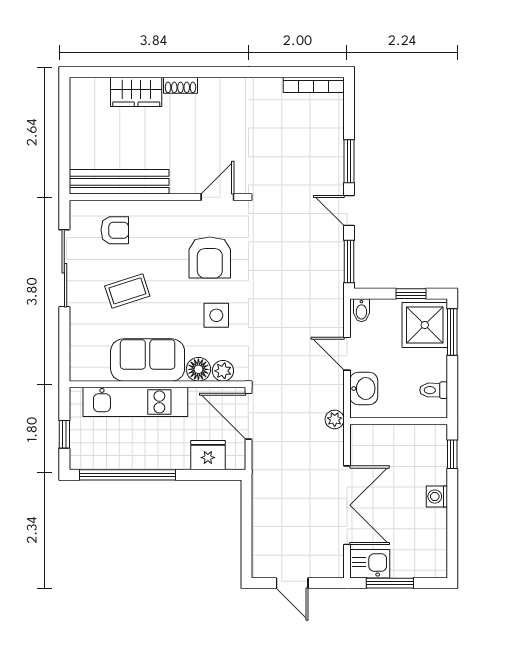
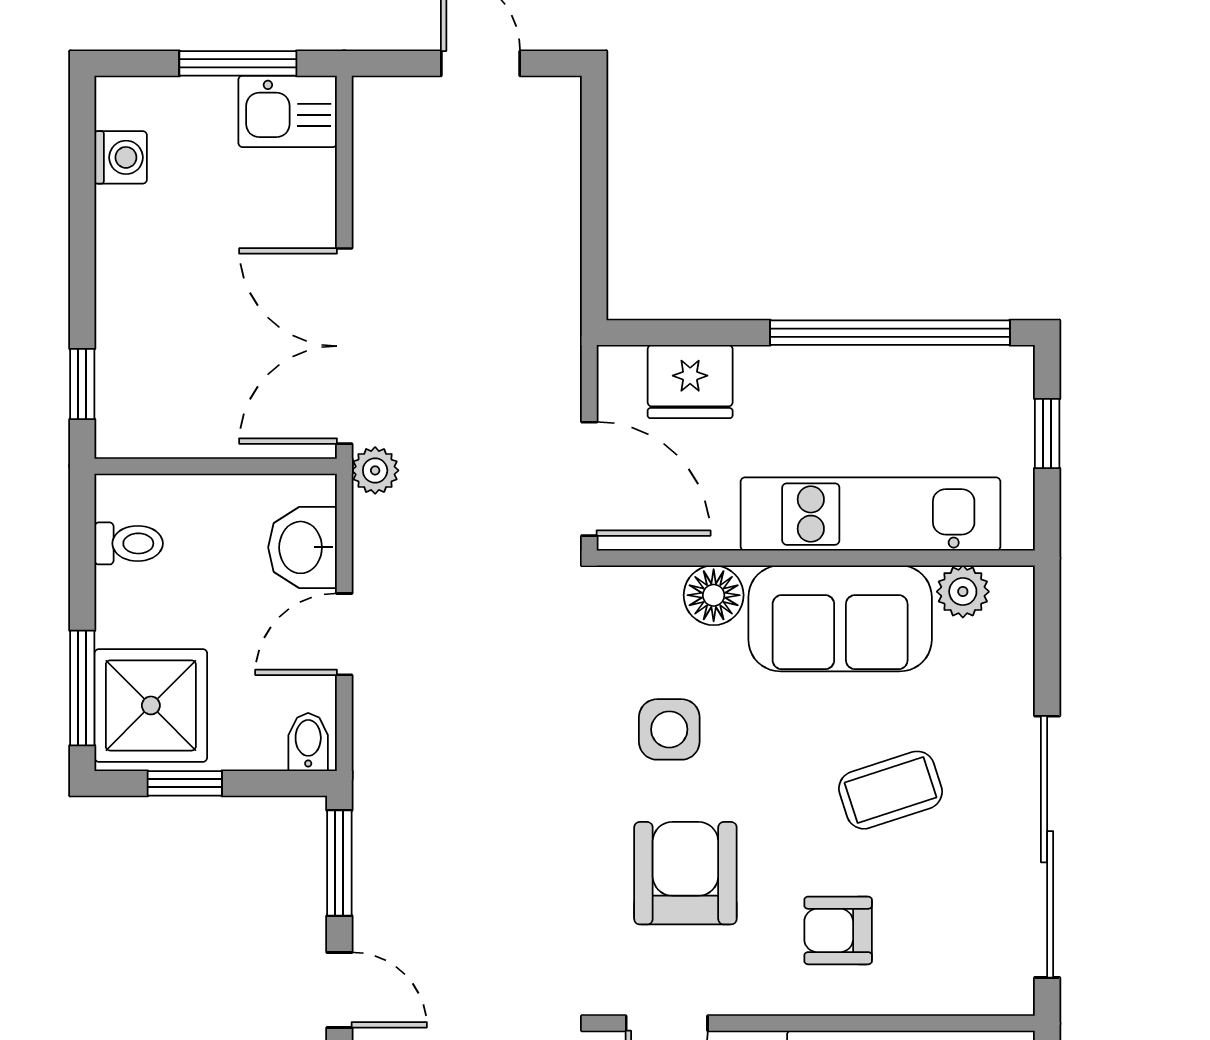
armchair: (115, 230) -> (838, 930), moved
sliding door: (64, 268) -> (1047, 847), width x1.36
door: (347, 354) -> (344, 634), swing flipped
plant: (223, 371) -> (963, 592), moved
washing machine: (437, 497) -> (121, 157), moved
double door: (347, 505) -> (344, 346), moved

